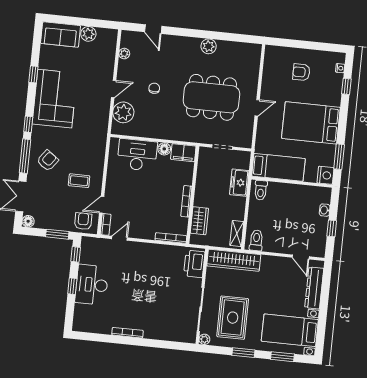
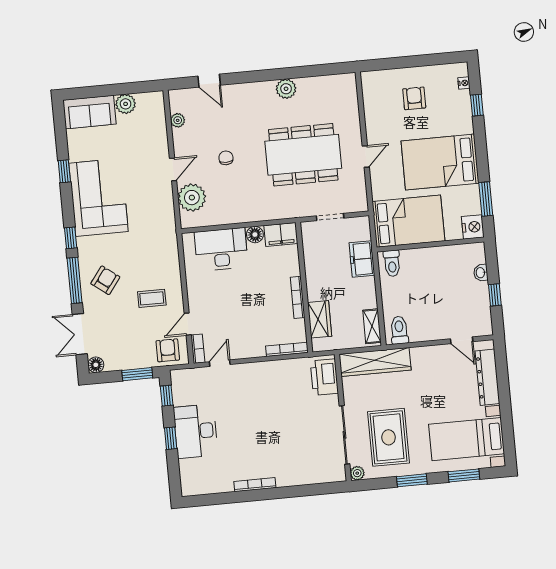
armchair: (301, 72) -> (414, 98), turned 90
bed: (278, 167) -> (408, 221), width x1.50

